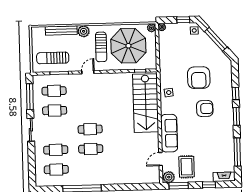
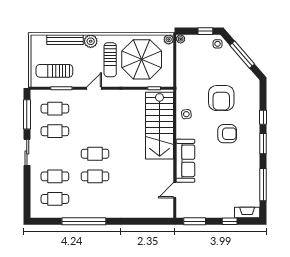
rug: (187, 167) -> (204, 200), removed
plant: (169, 177) -> (184, 211), removed

